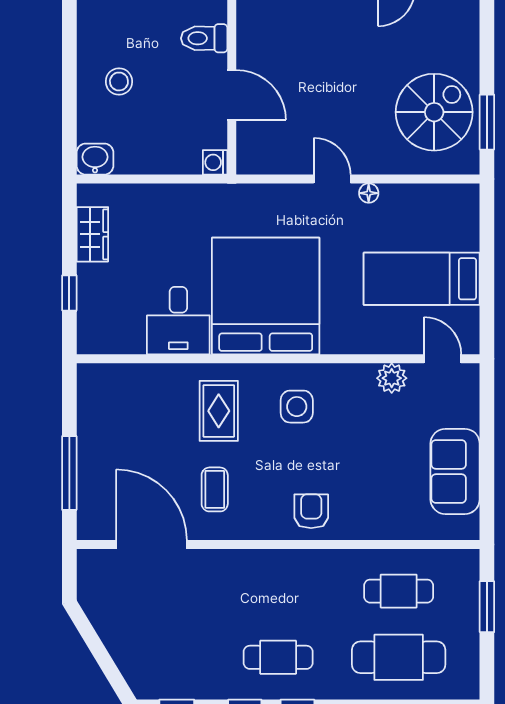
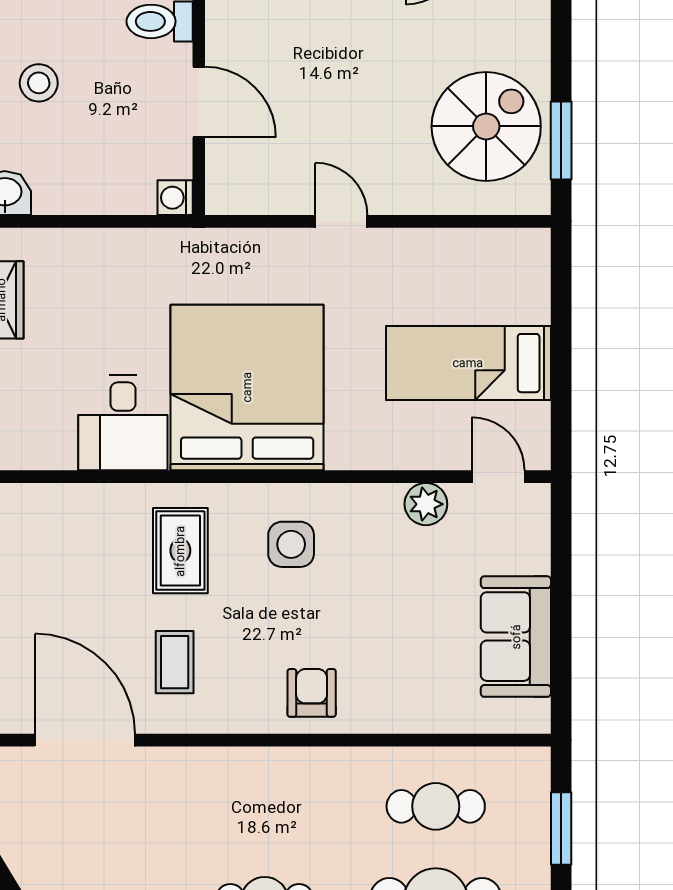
floor lamp: (369, 193) -> (393, 241), removed

